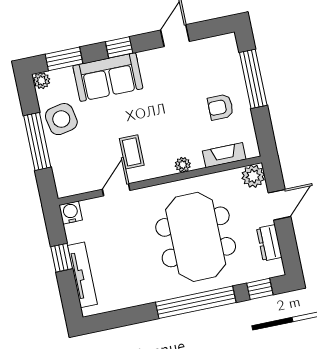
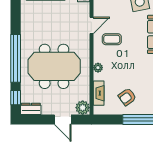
armchair: (220, 107) -> (127, 97), turned -126
door: (116, 190) -> (91, 25), hinge flipped
dresser: (269, 243) -> (31, 109), moved

